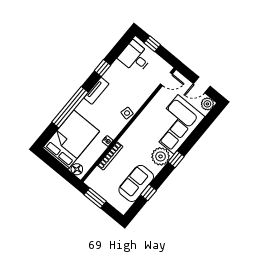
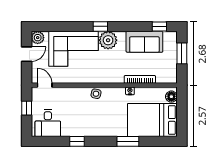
window: (152, 44) -> (27, 108), moved
door: (202, 85) -> (27, 54), hinge flipped
tv unit: (96, 91) -> (98, 132), removed
window: (70, 107) -> (128, 141), width x0.47
window: (148, 193) -> (159, 26), moved
window: (95, 198) -> (182, 53), moved

